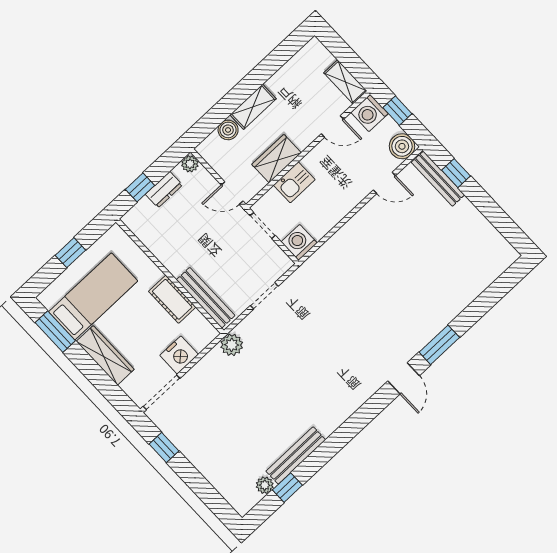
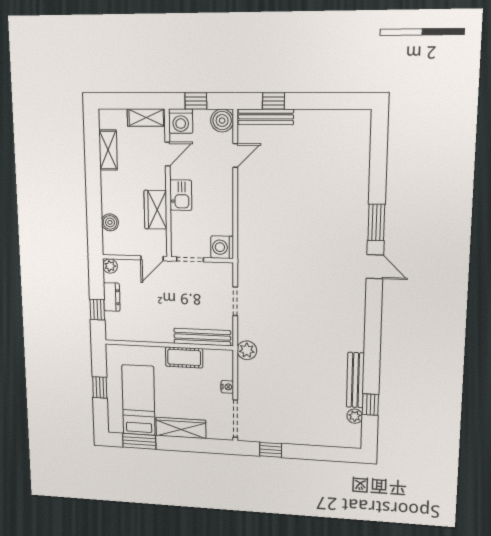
shelving: (253, 107) -> (108, 150), moved
kitchen sink: (294, 182) -> (181, 195), moved
nightstand: (179, 355) -> (227, 387), width x0.53, depth x0.56

